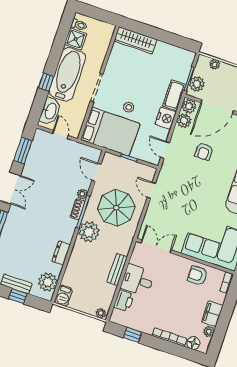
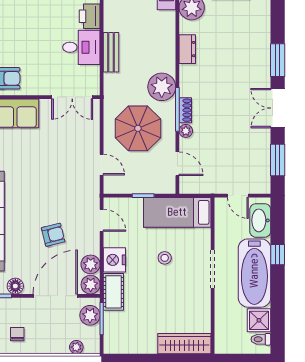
bed: (110, 132) -> (177, 212), width x0.67
armchair: (204, 151) -> (53, 235), turned 76

